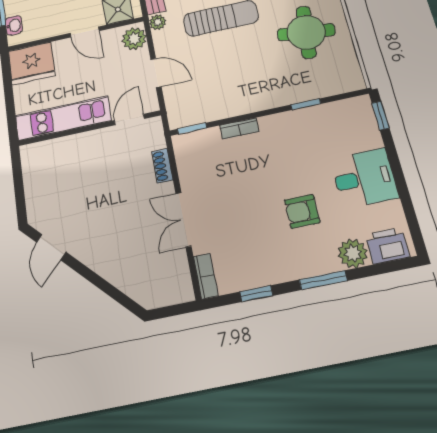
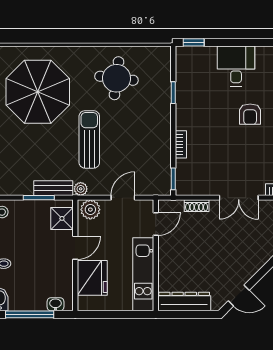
fridge: (32, 63) -> (92, 278), moved
door: (129, 119) -> (156, 224), swing flipped
dresser: (35, 176) -> (184, 302), added

